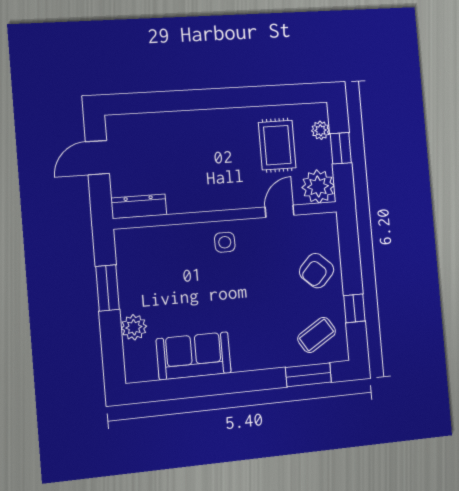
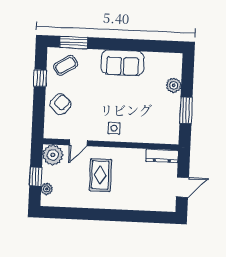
rug: (277, 145) -> (100, 175), moved
sofa: (194, 356) -> (123, 63), moved

